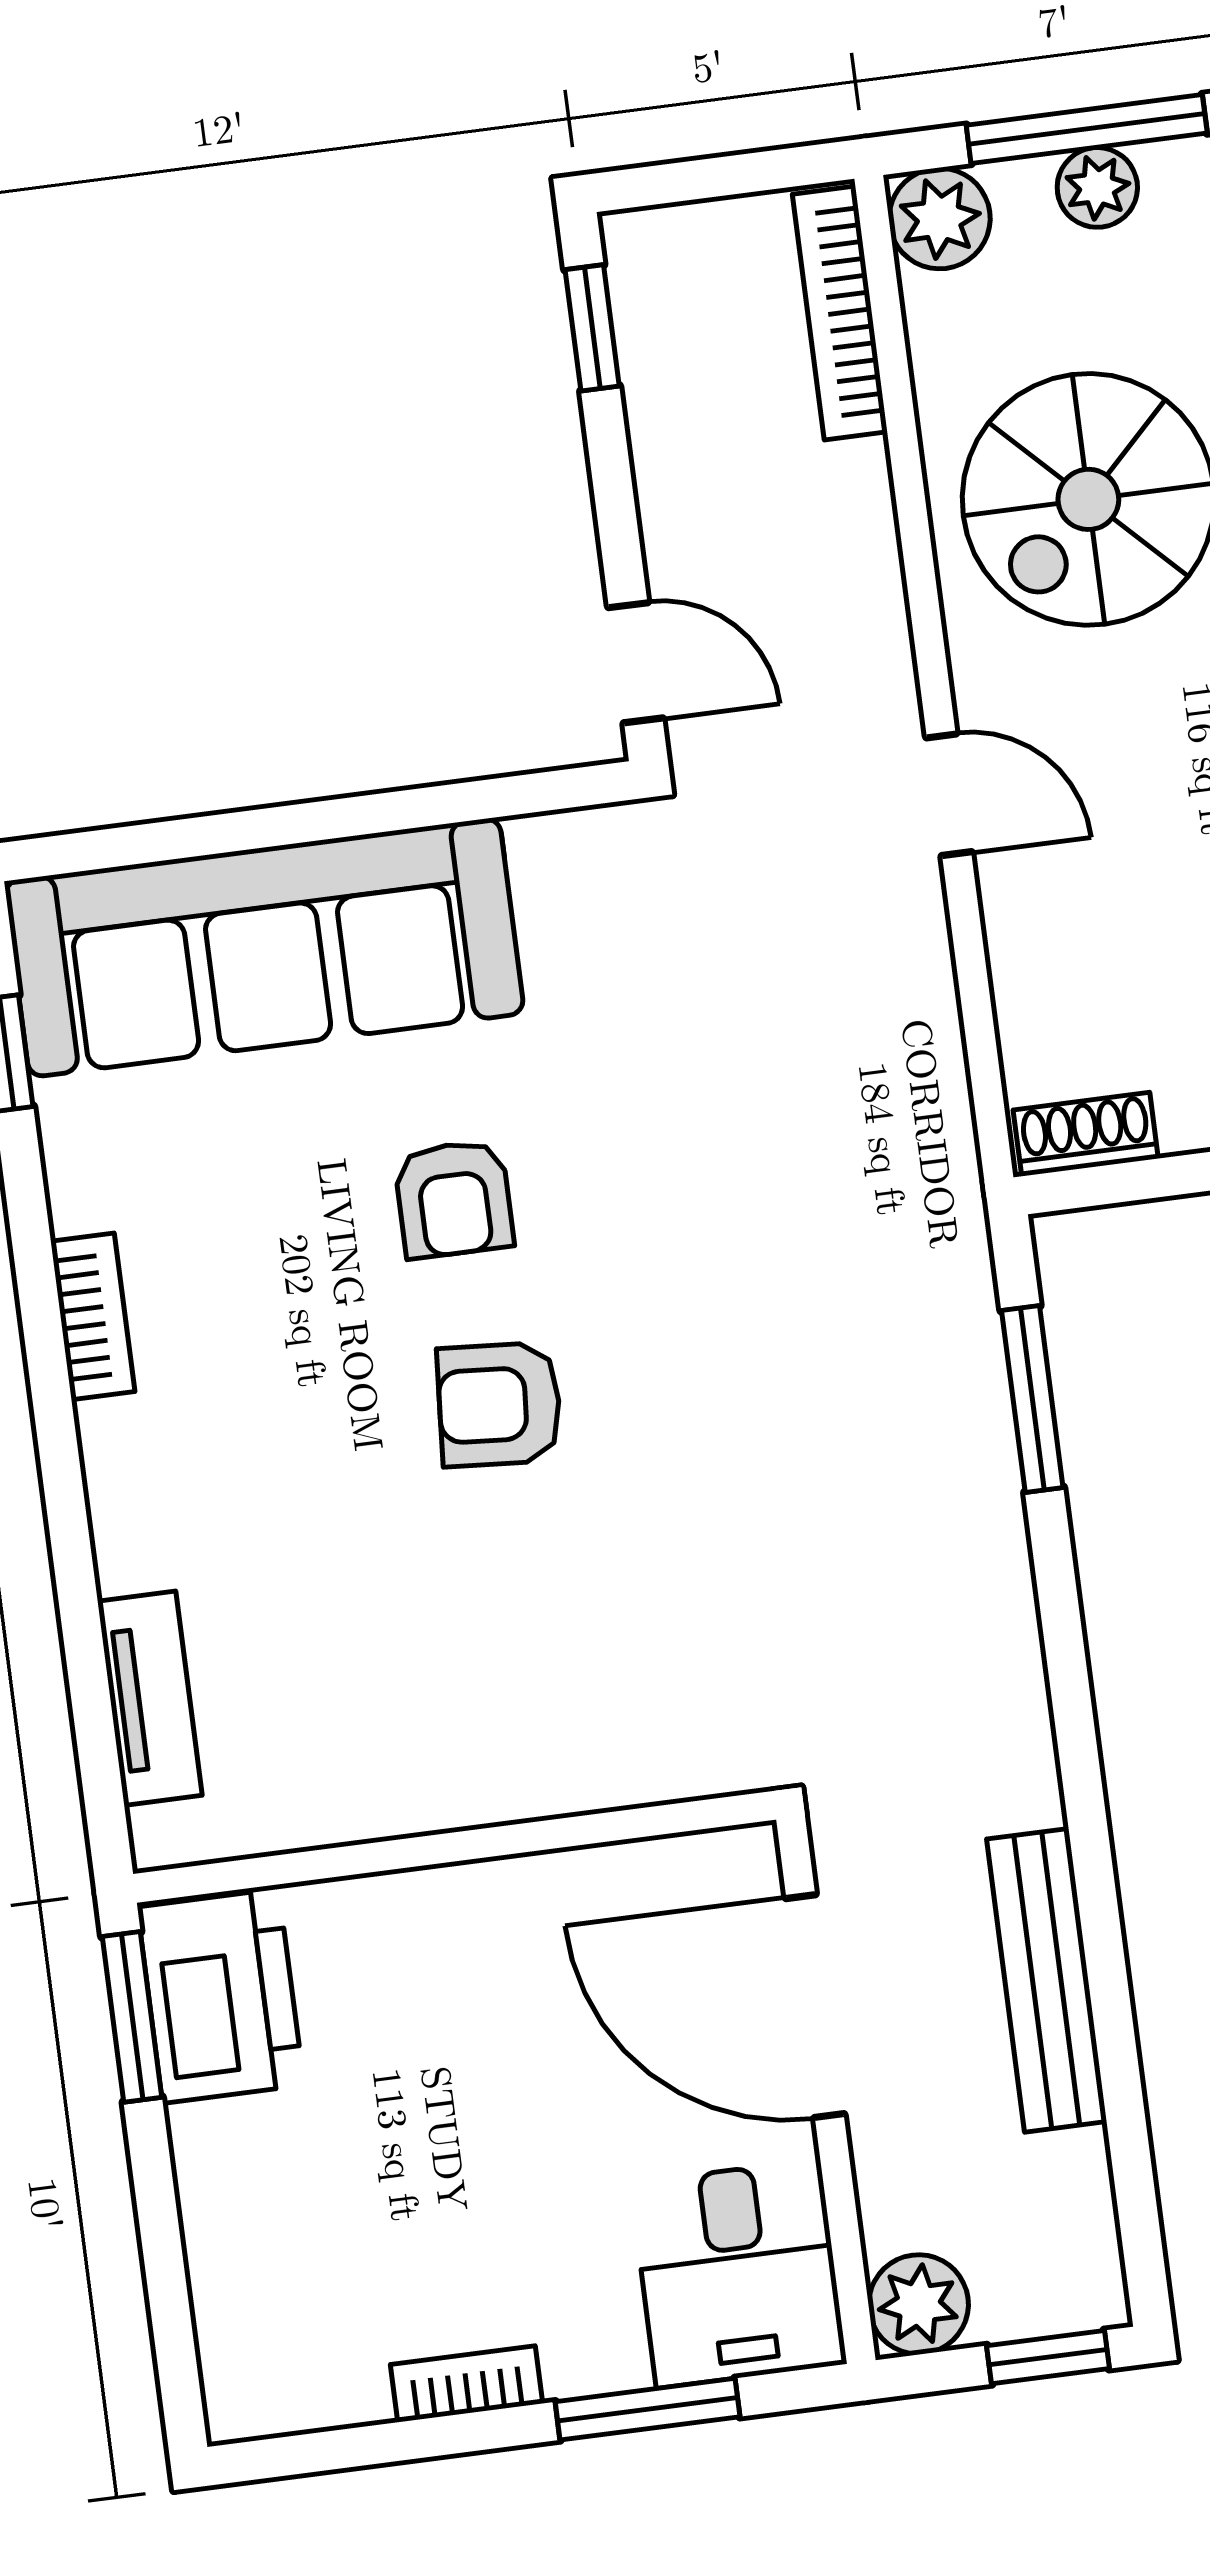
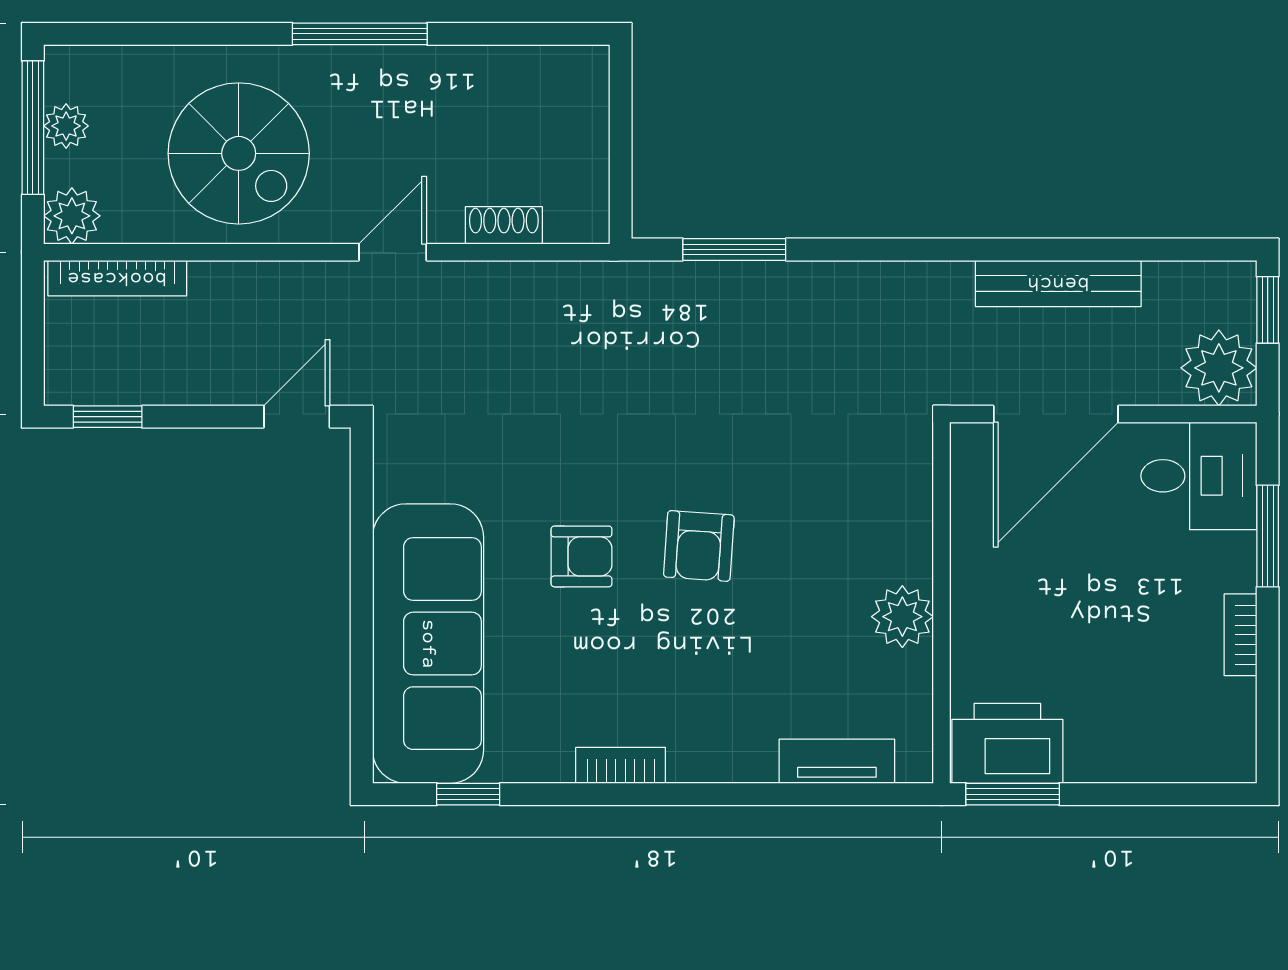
shoe rack: (1086, 1134) -> (504, 225), moved, turned 90
plant: (421, 1781) -> (902, 617), added
plant: (919, 2304) -> (1219, 368), width x1.36, depth x1.36

